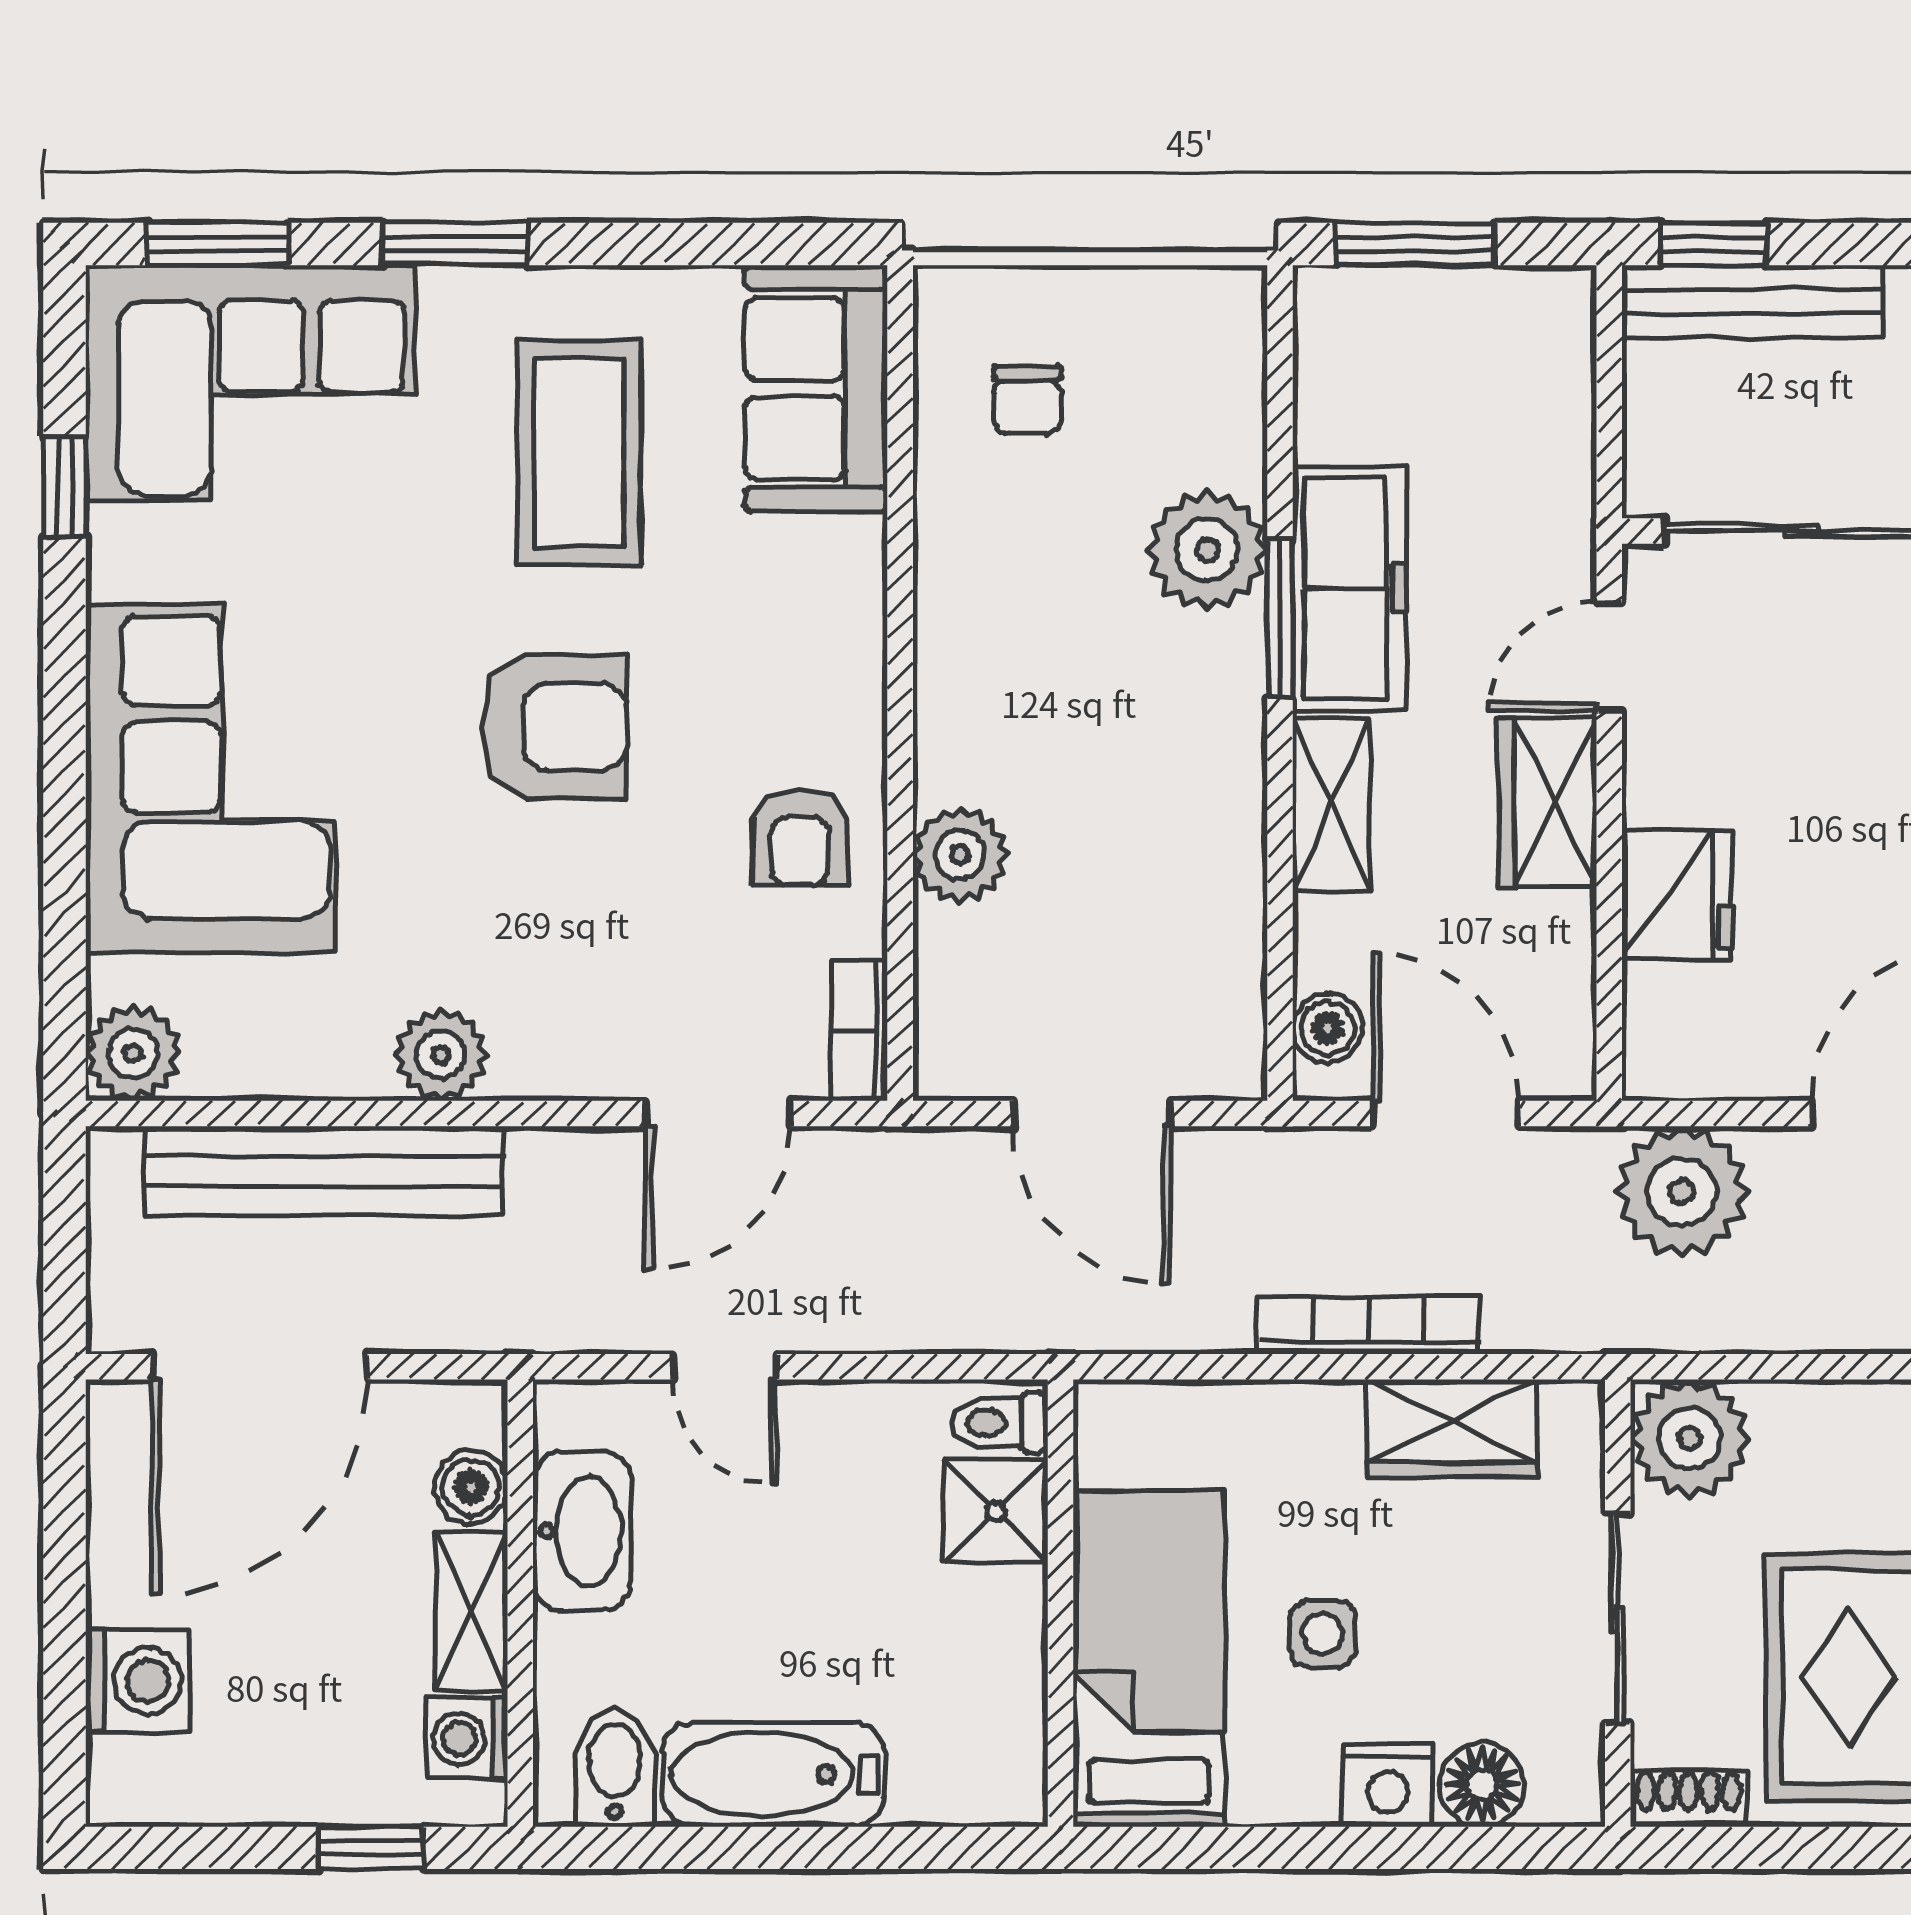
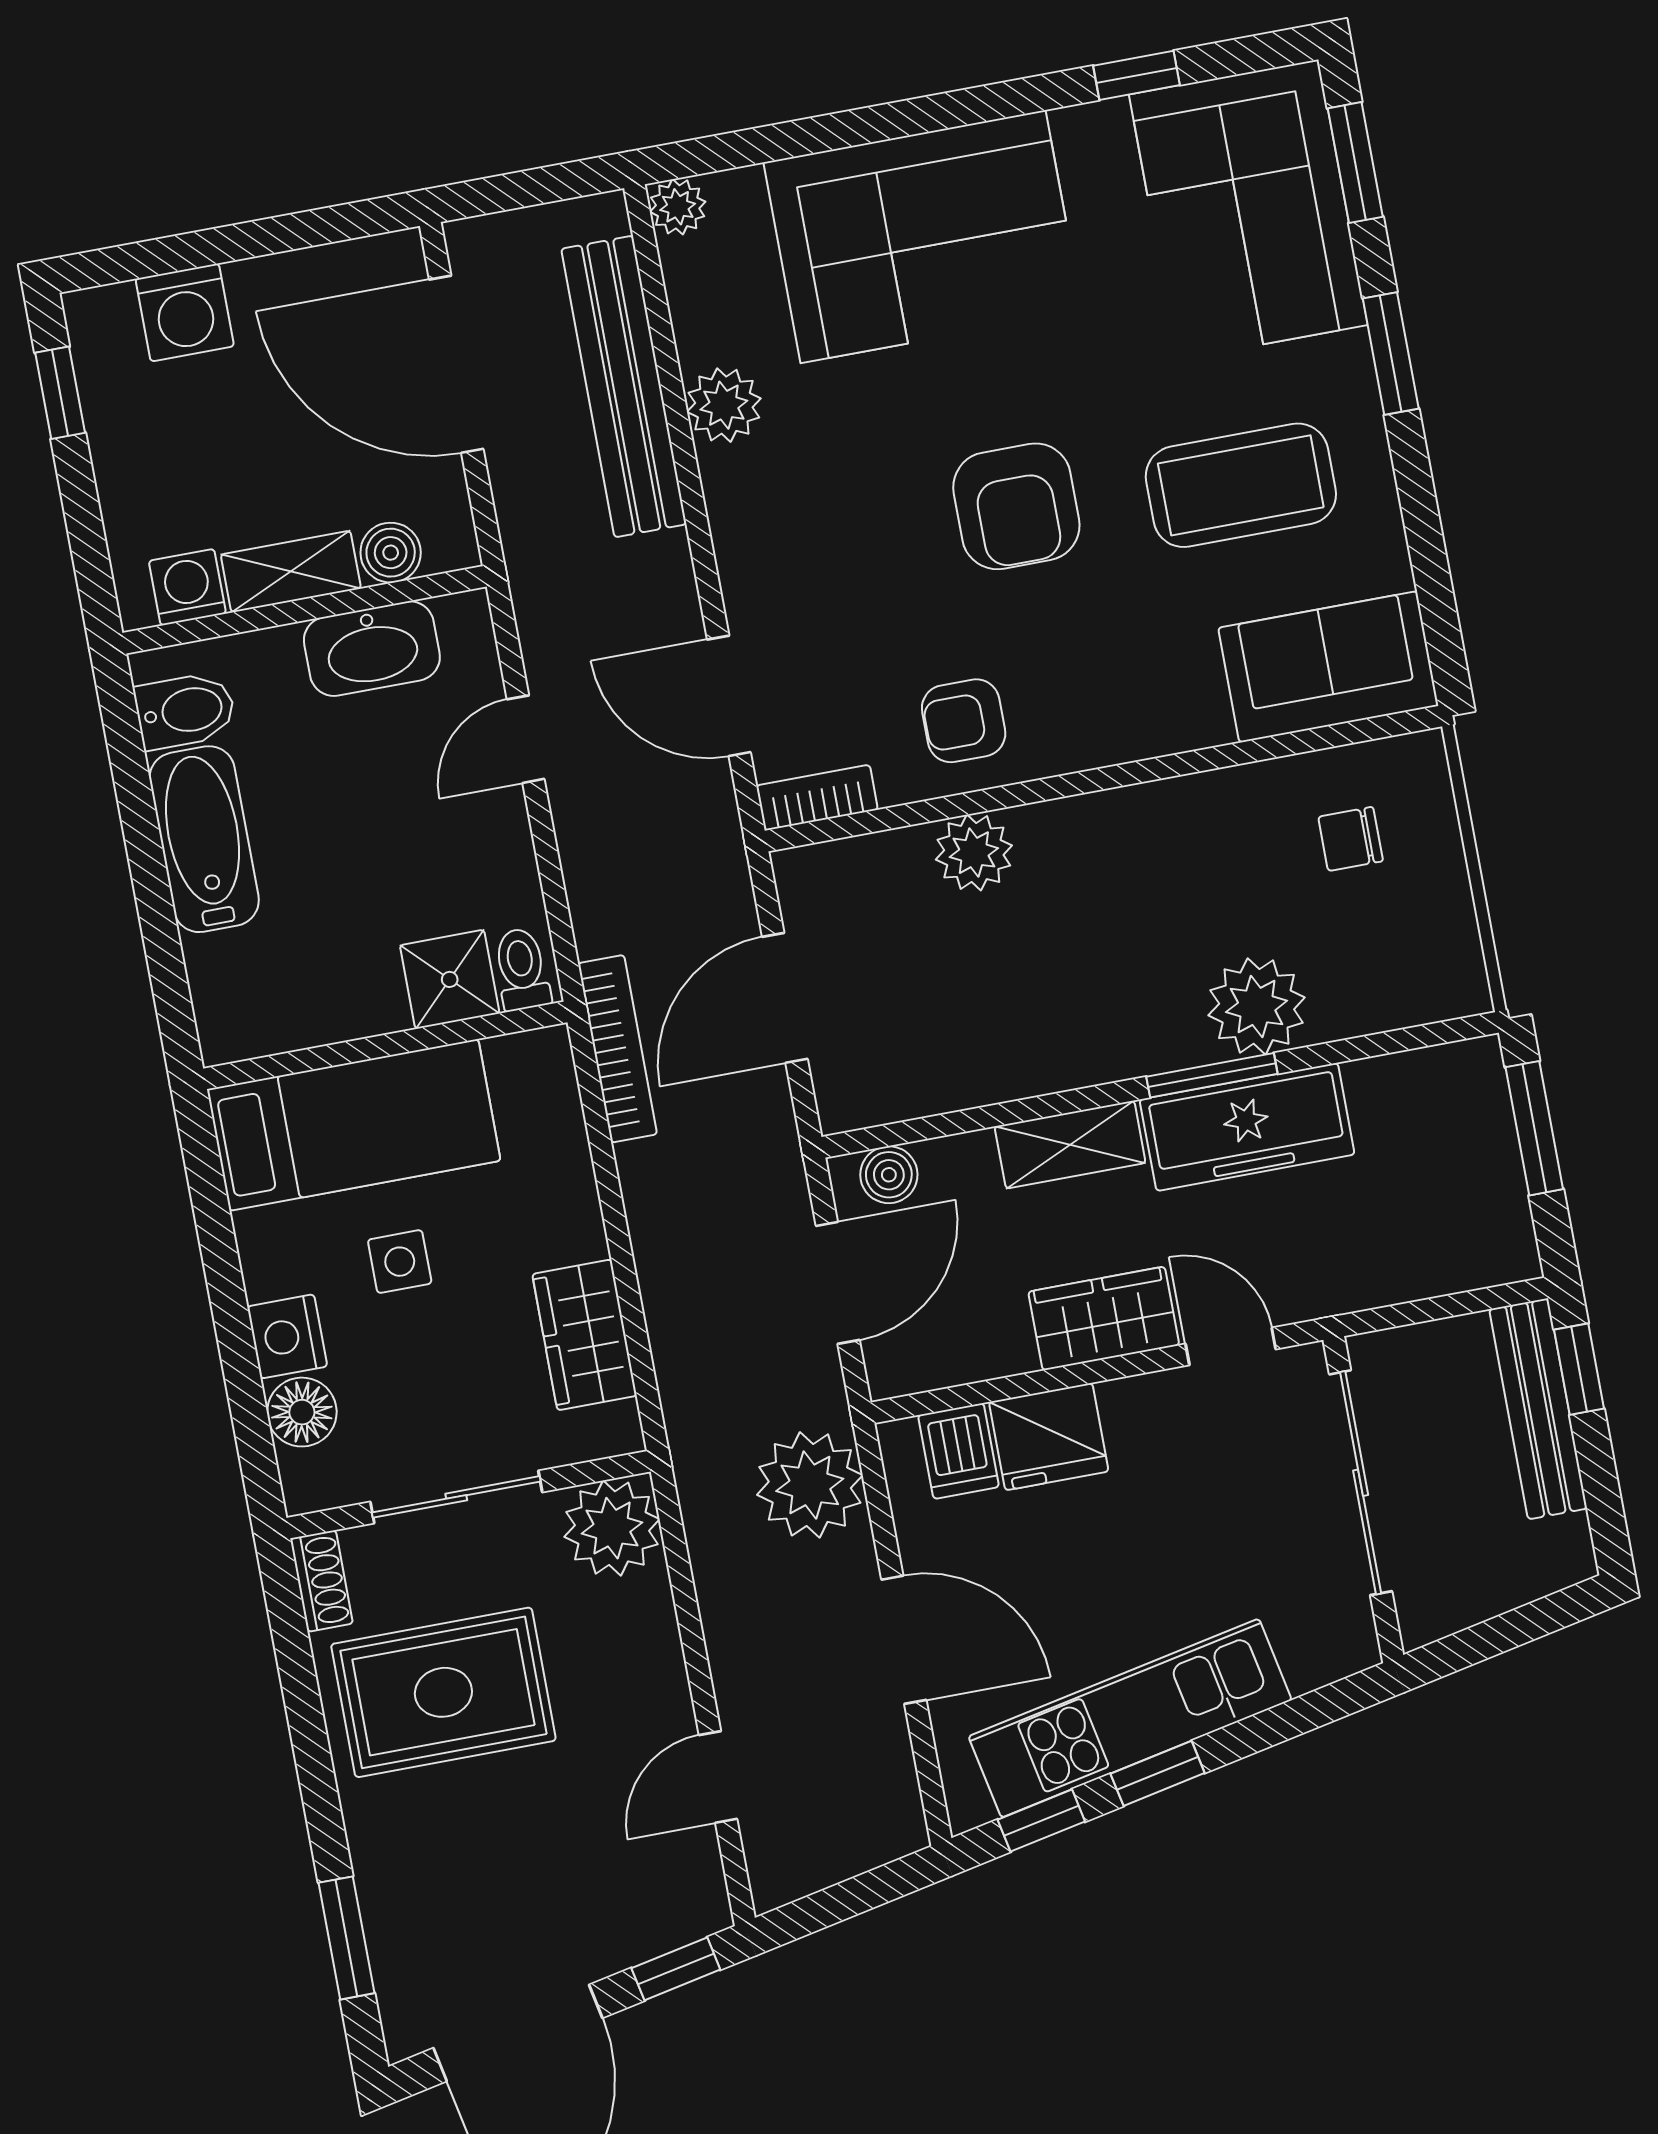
dishwasher: (1674, 1006) -> (959, 1451), added
plant: (133, 1053) -> (678, 207), width x0.73, depth x0.73
plant: (441, 1055) -> (724, 405), moved
bookcase: (1369, 1325) -> (617, 1049), moved
window: (370, 1848) -> (60, 393), moved

